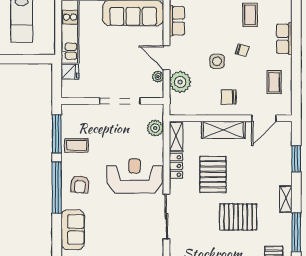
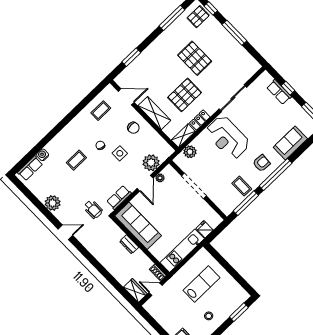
row of seats: (284, 39) -> (71, 128), removed
shelving: (286, 199) -> (159, 41), removed

